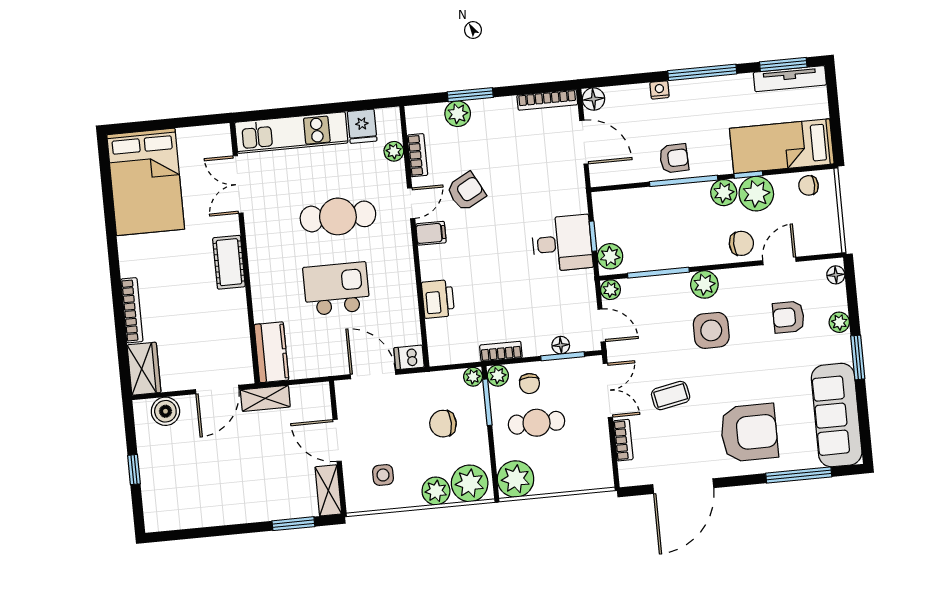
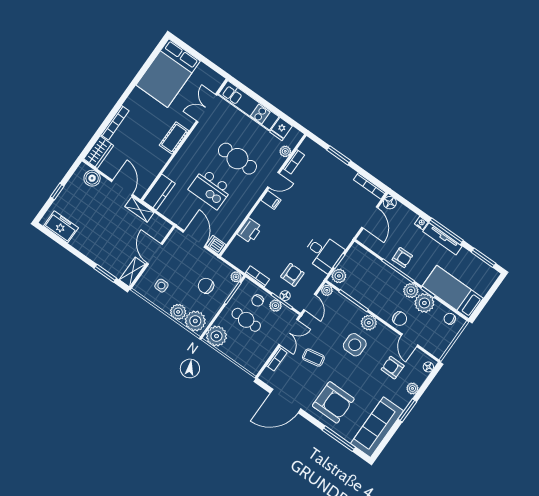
tv unit: (790, 79) -> (442, 239), moved
plant: (458, 114) -> (326, 159), removed
armchair: (466, 191) -> (292, 275), moved, turned -62
door: (779, 261) -> (409, 340), swing flipped
kitchen island: (336, 289) -> (210, 189), turned 180
plant: (498, 376) -> (276, 306), moved
door: (217, 390) -> (122, 188), swing flipped
freezer: (180, 513) -> (61, 227), added

